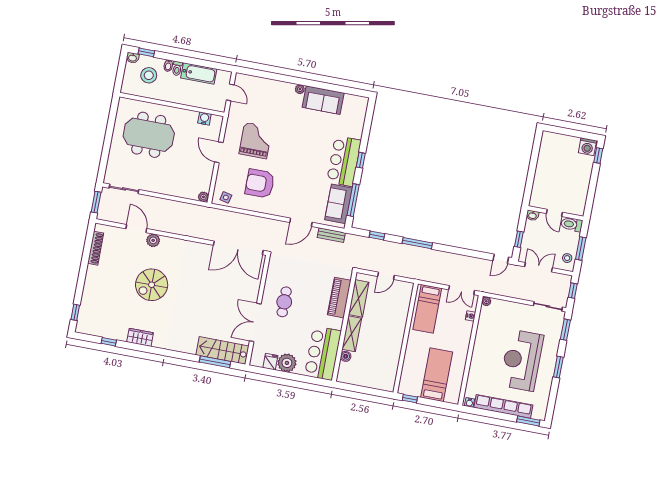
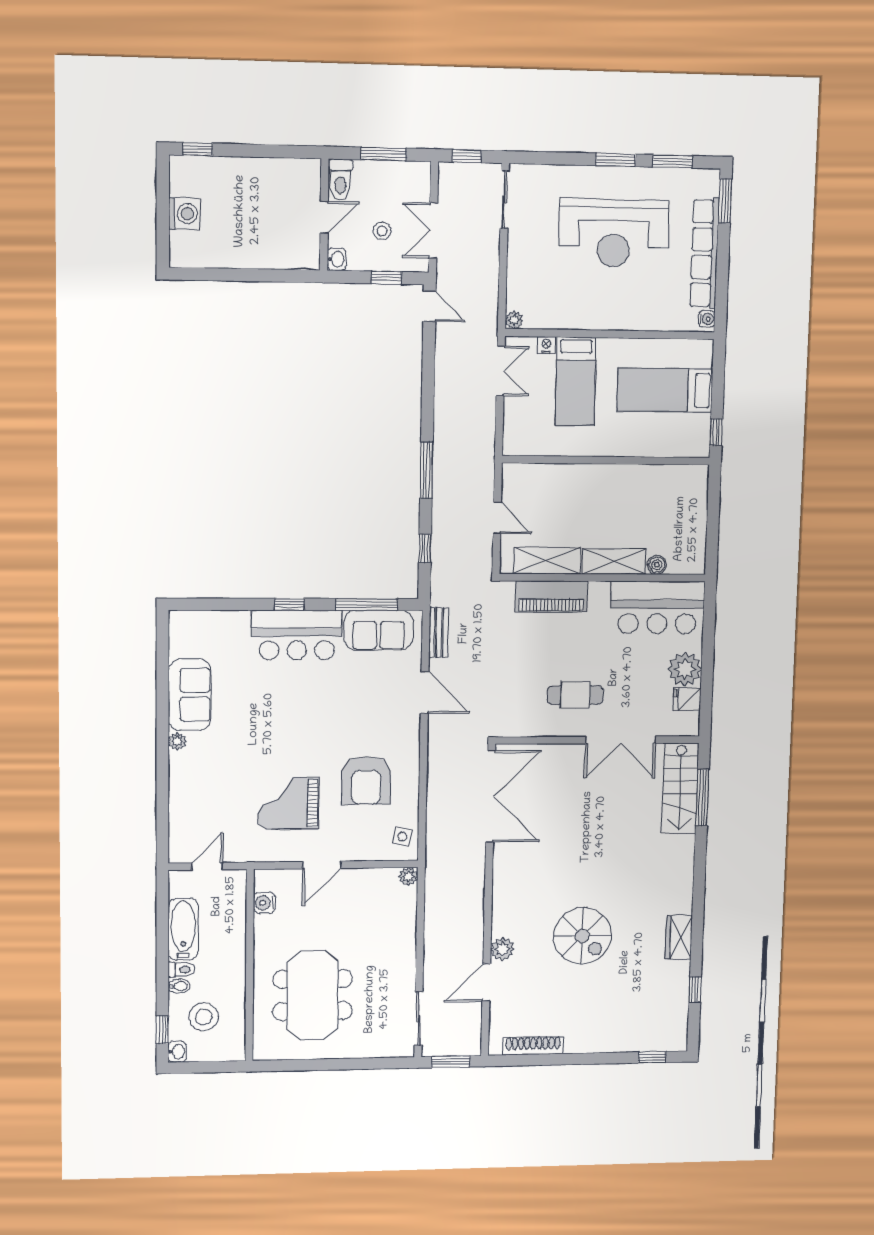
washing machine: (587, 147) -> (184, 214), moved
stool: (567, 258) -> (382, 231), moved
bed: (427, 309) -> (575, 381), moved, turned 90
window: (565, 330) -> (673, 161), moved

